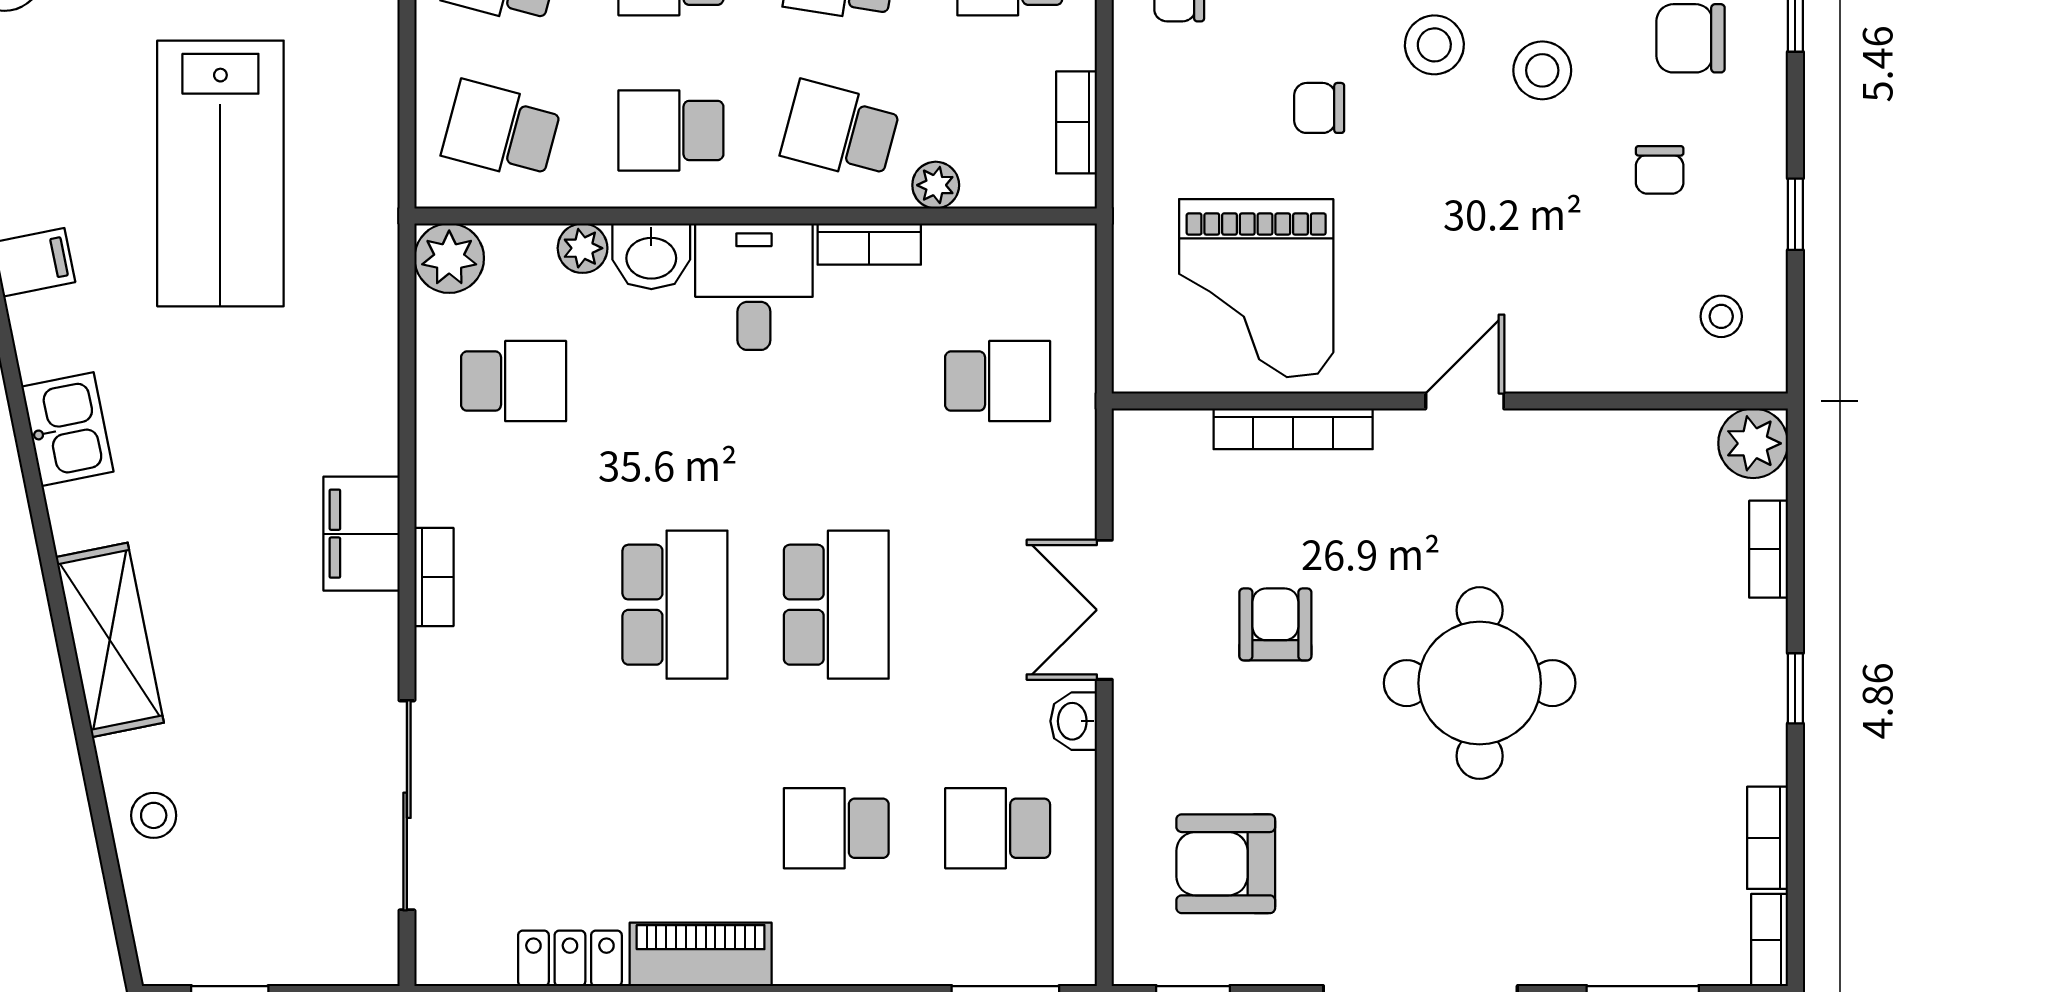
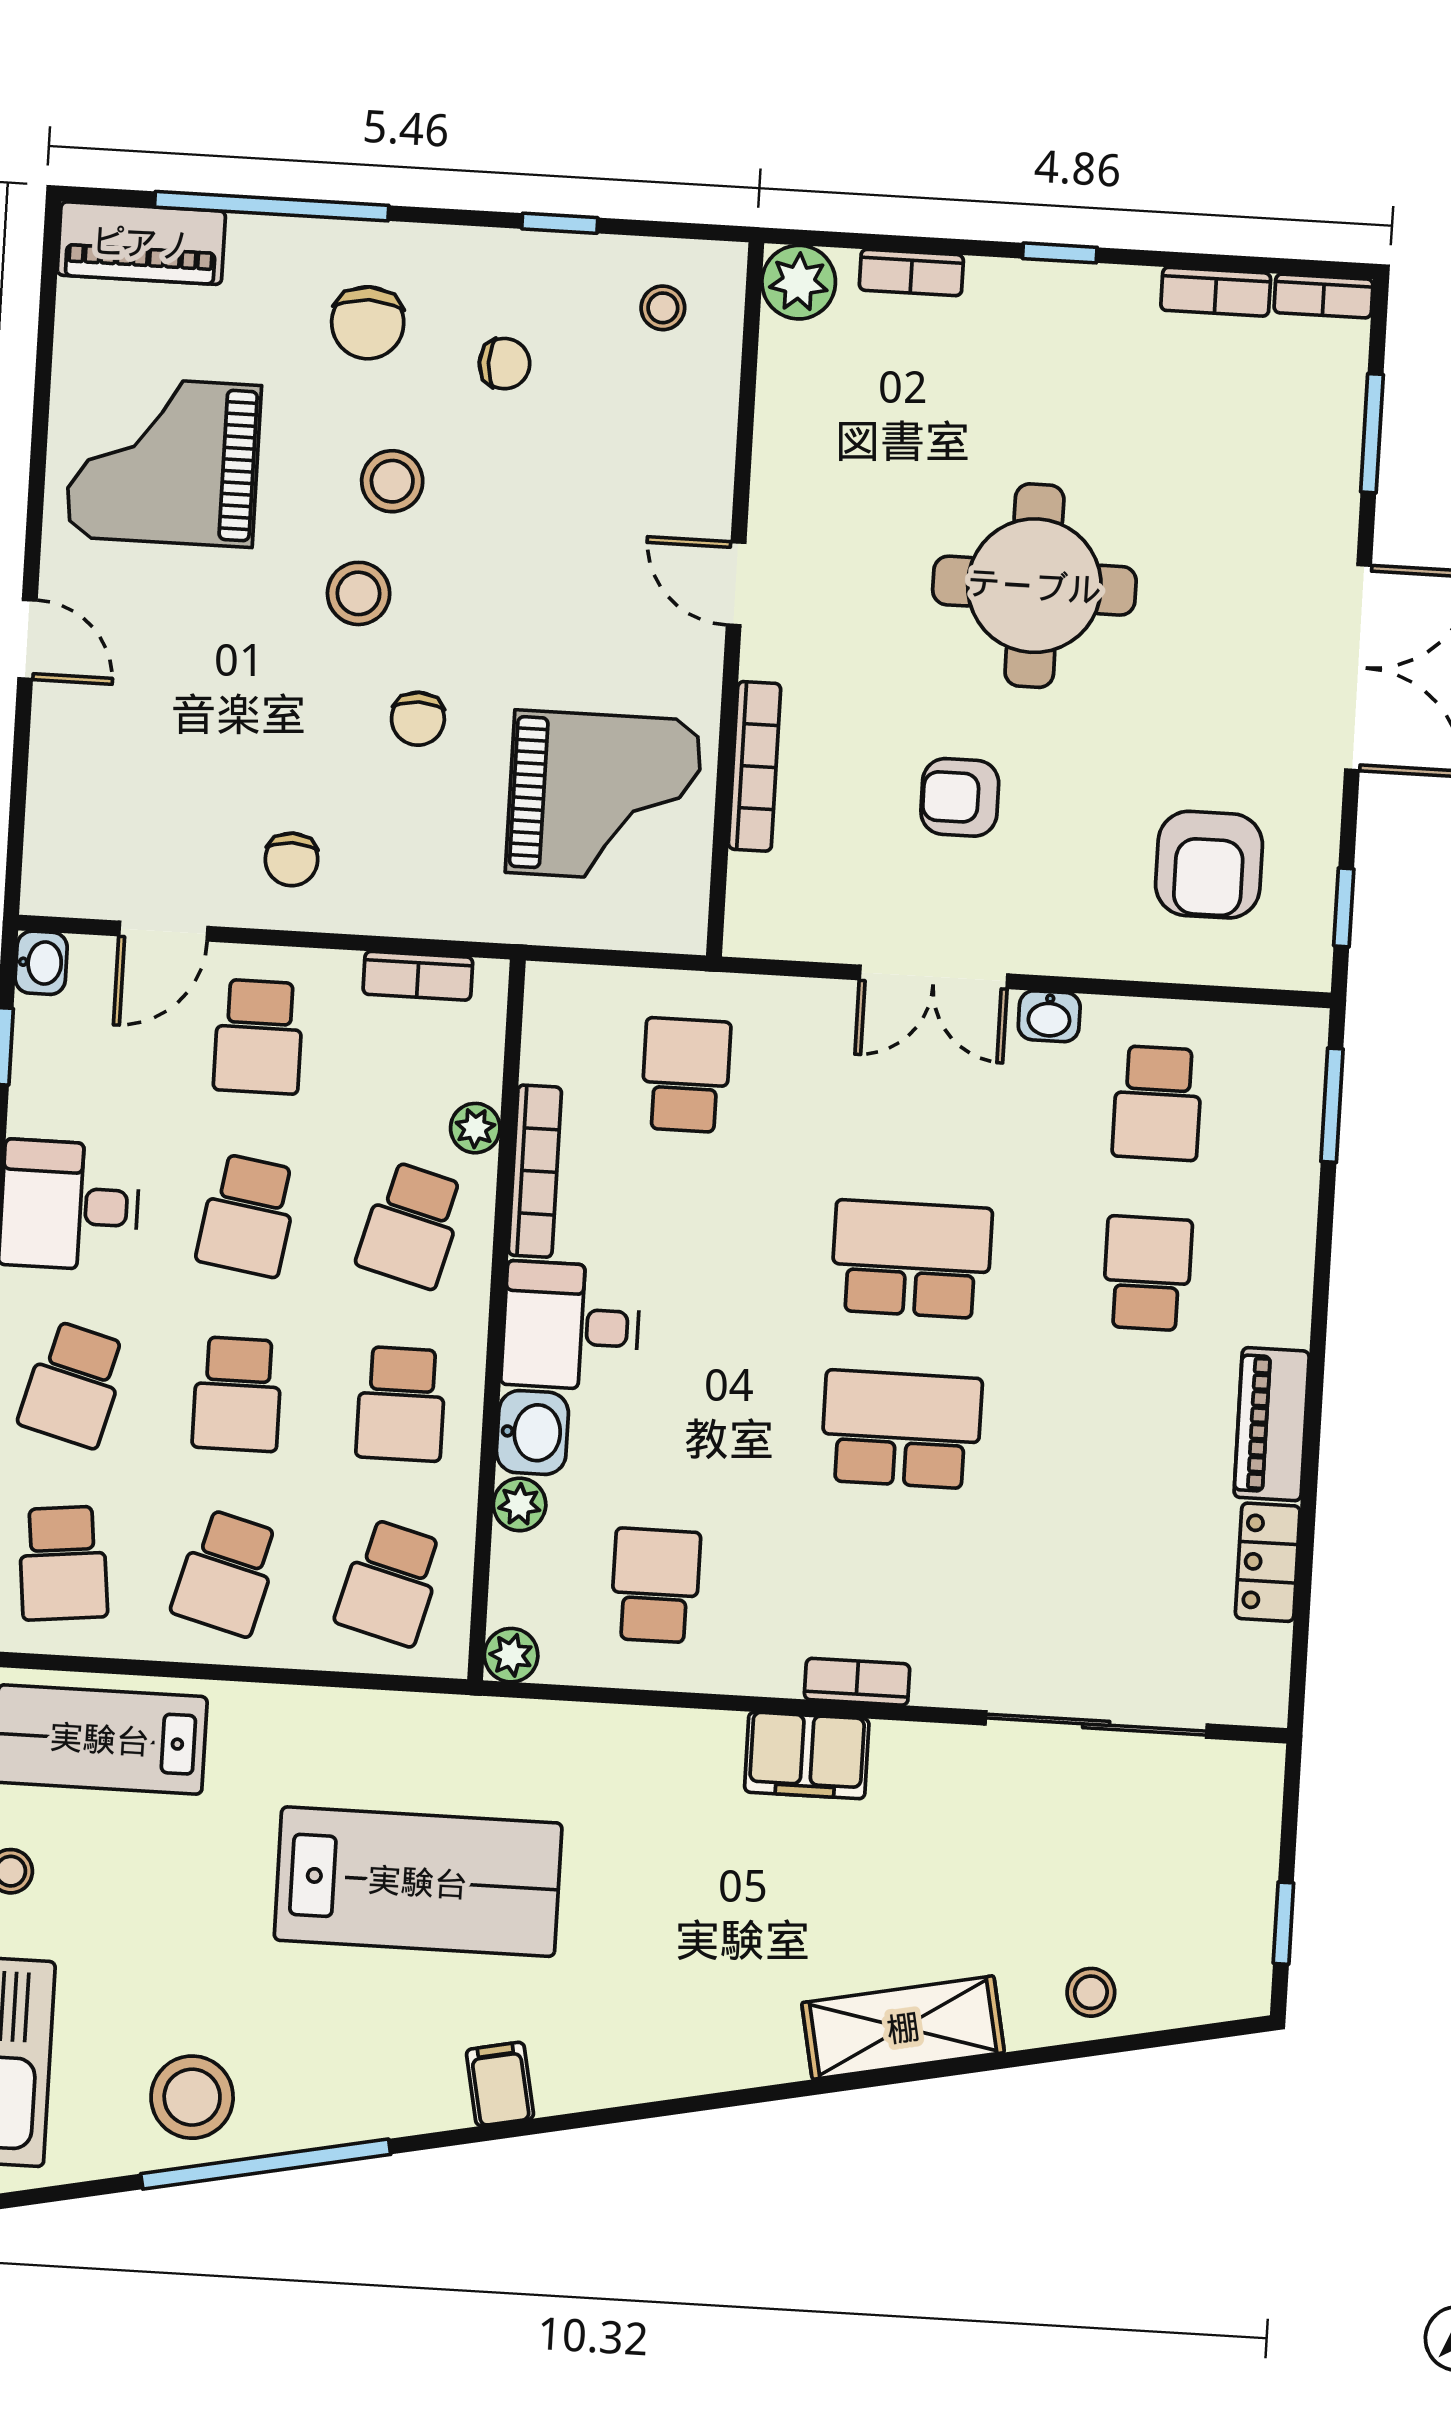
bookcase: (869, 244) -> (535, 1171), width x1.56
plant: (449, 258) -> (511, 1655), width x0.73, depth x0.73
kitchen sink: (67, 429) -> (678, 2059), removed
school desk: (836, 828) -> (1147, 1273), turned 180

